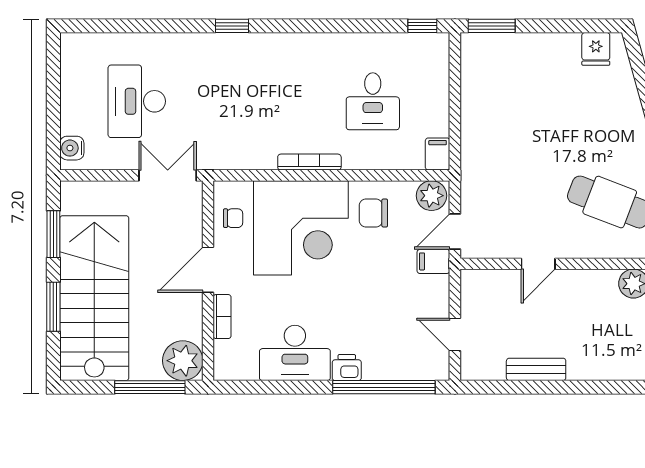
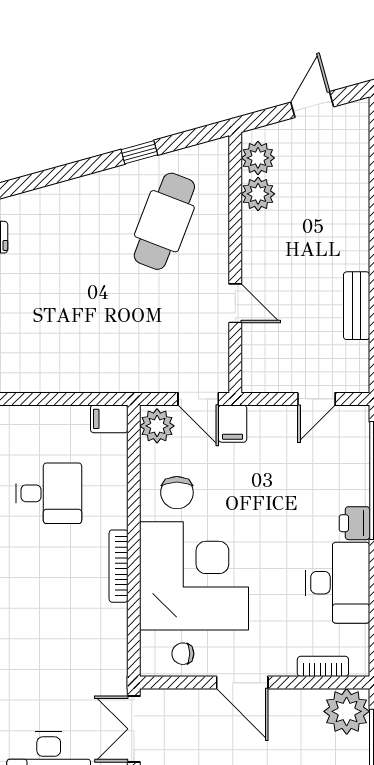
chair: (233, 218) -> (183, 654), turned -90
bookcase: (222, 317) -> (323, 666), moved

